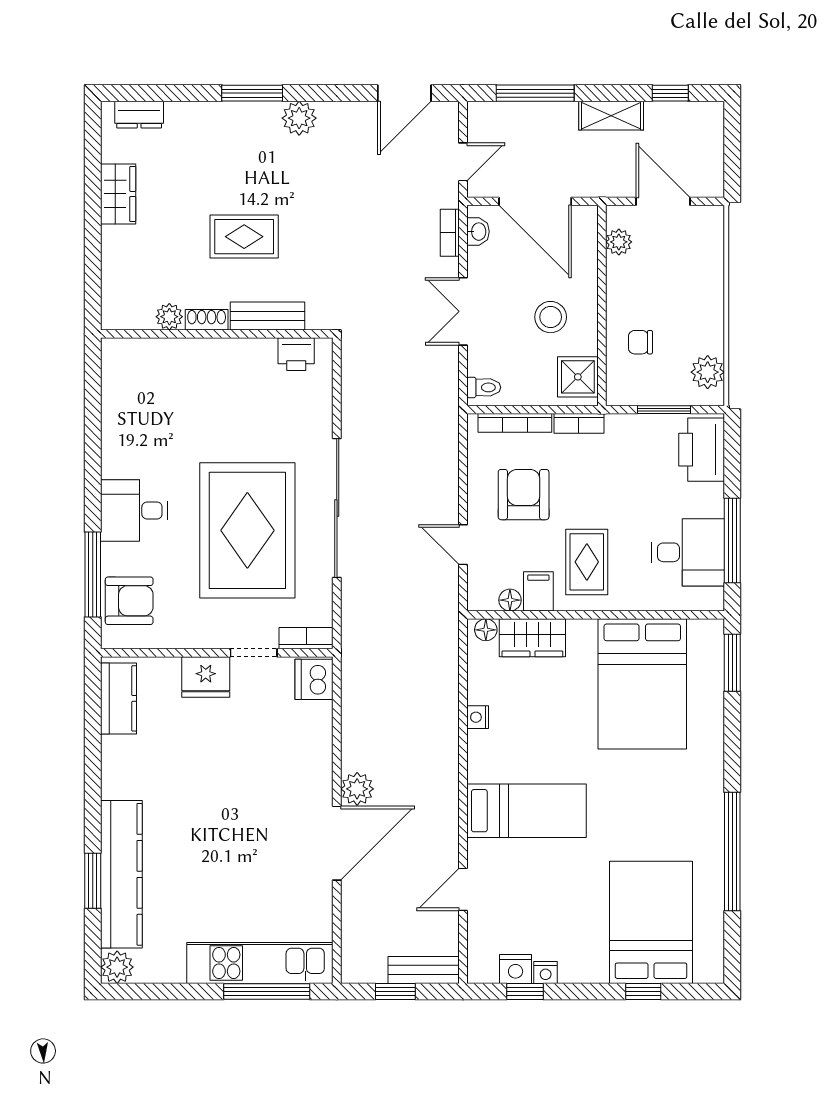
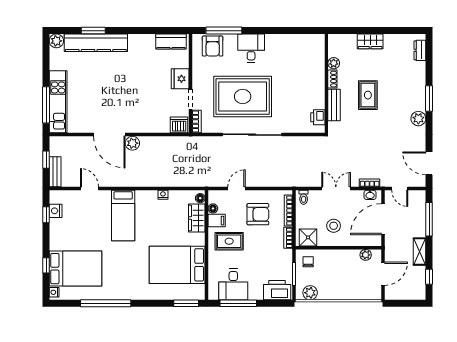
wardrobe: (118, 194) -> (370, 41), moved
chair: (640, 342) -> (308, 262), moved
nightstand: (546, 973) -> (54, 292), moved

